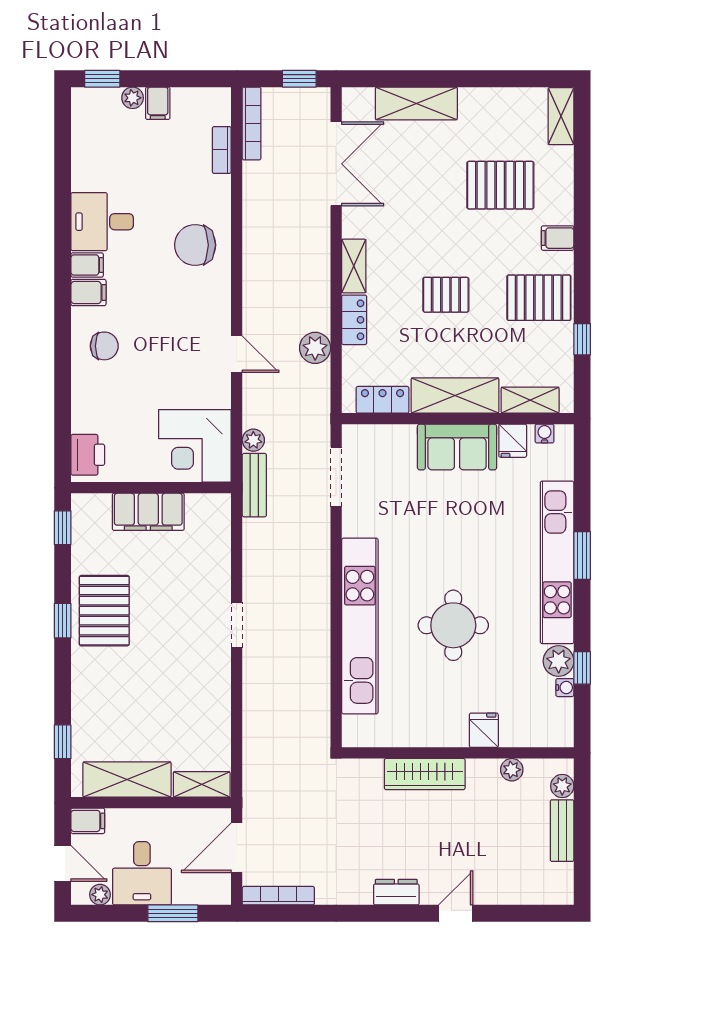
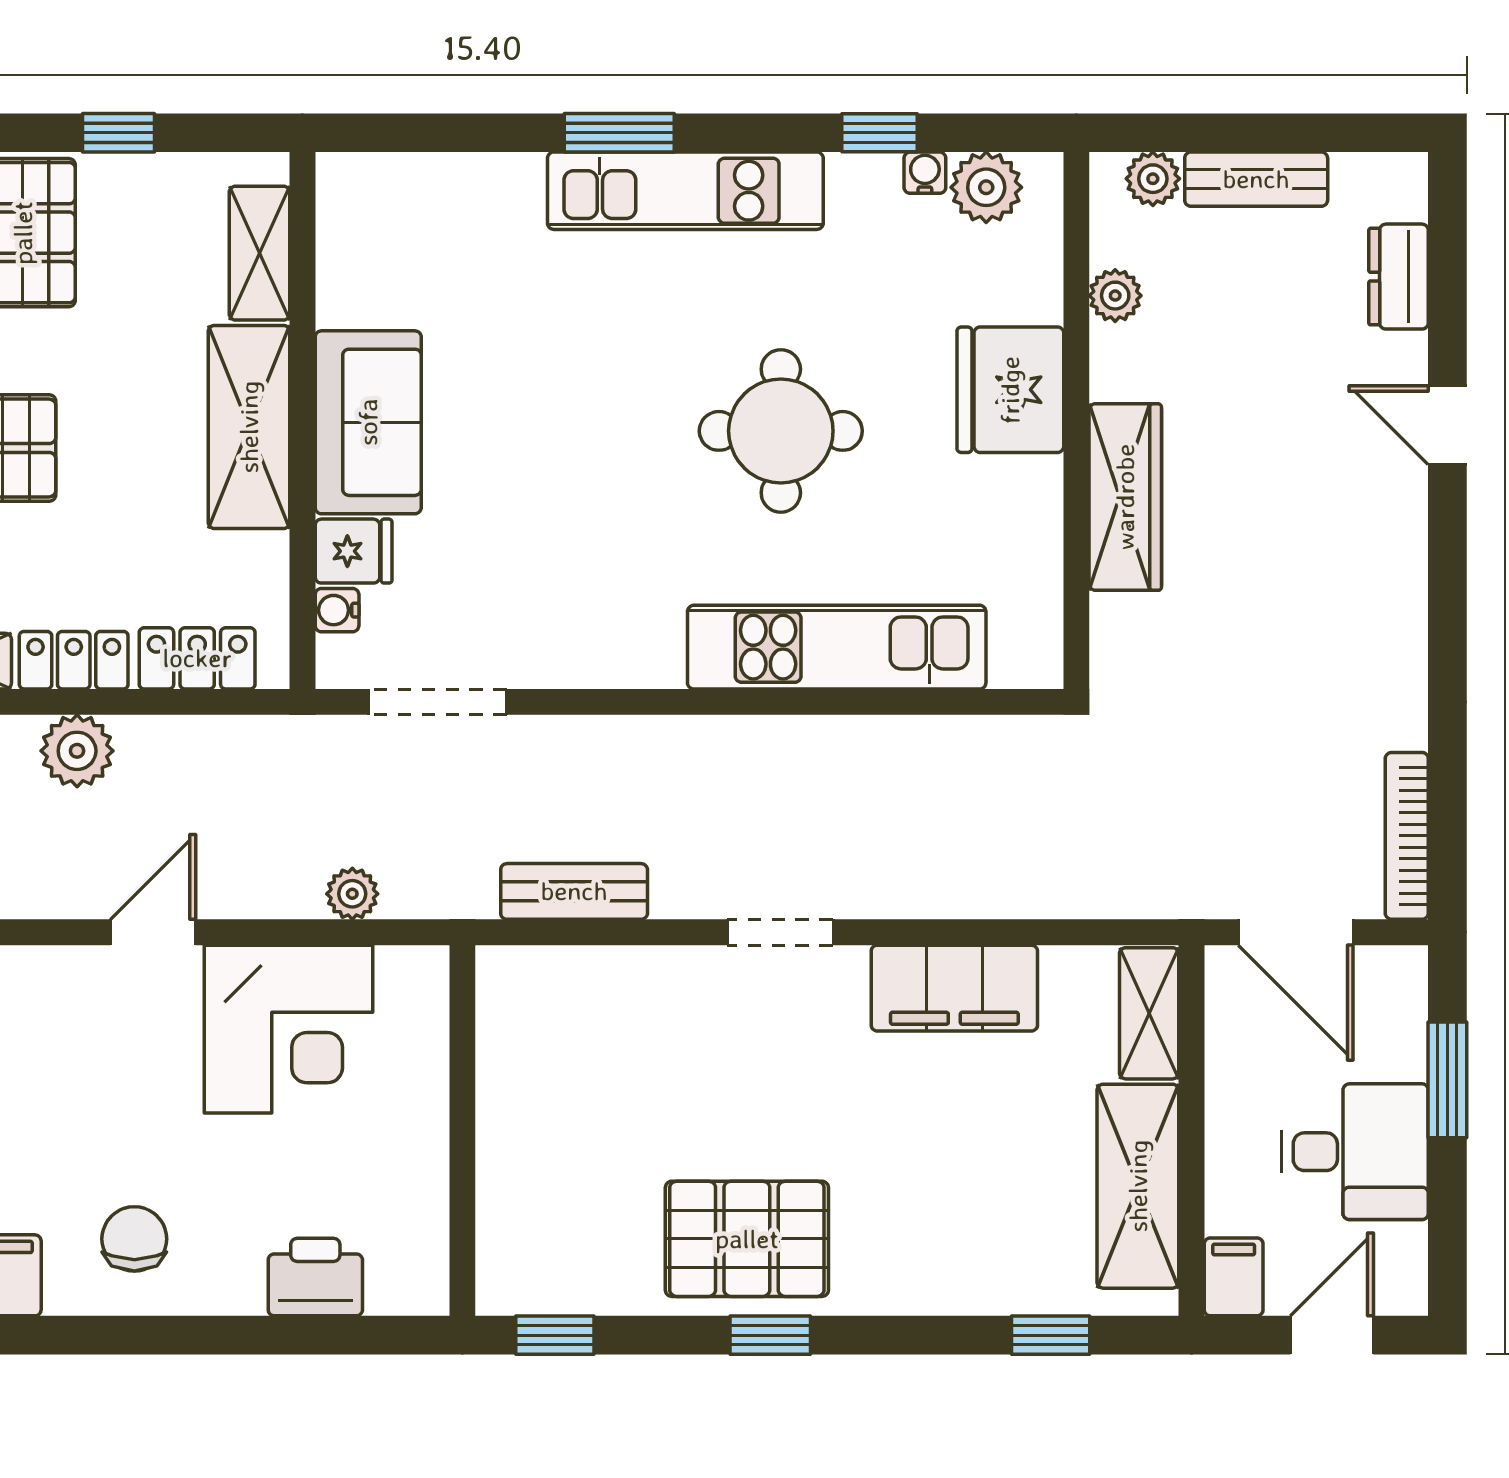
plant: (315, 348) -> (77, 751), moved
locker: (383, 400) -> (197, 658), moved, turned 90
water cooler: (545, 434) -> (337, 610), moved
fridge: (513, 441) -> (354, 551), moved
corner desk: (195, 446) -> (288, 1029), moved
printer: (88, 455) -> (315, 1277), moved
bench: (254, 485) -> (574, 891), moved
filing cabinet: (148, 512) -> (954, 988), moved, turned 90
kitchen unit: (557, 562) -> (685, 191), width x0.73
kitchen unit: (360, 626) -> (837, 647), width x0.73
plant: (559, 661) -> (986, 187), moved
fridge: (484, 730) -> (1010, 390), width x1.88, depth x1.34
dresser: (396, 892) -> (1399, 277), moved
plant: (100, 895) -> (1404, 1249), removed

